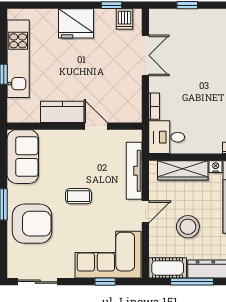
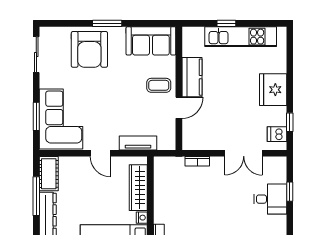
desk: (167, 137) -> (270, 199), moved, turned 90
tv unit: (134, 171) -> (138, 143), width x0.71
coffee table: (79, 196) -> (159, 85), moved, turned 90
stool: (188, 227) -> (87, 192), removed
window: (105, 282) -> (36, 116), width x1.50

